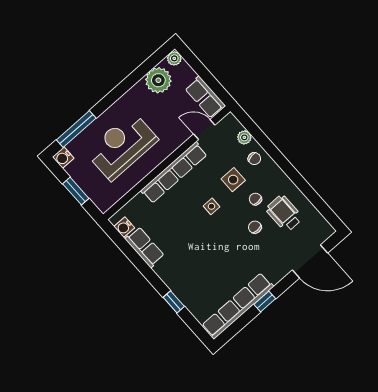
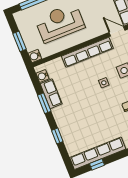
water cooler: (63, 158) -> (35, 56), moved
window: (140, 264) -> (44, 103), added
window: (265, 302) -> (97, 164), moved

